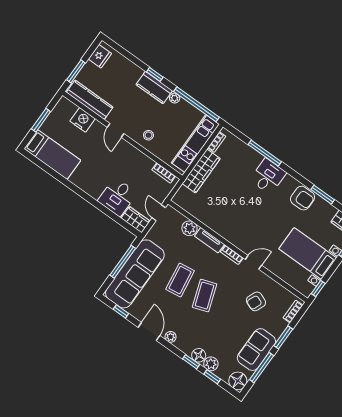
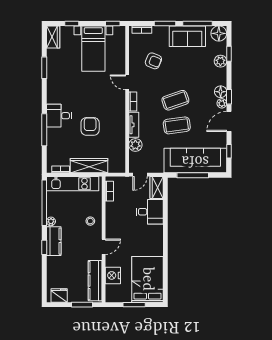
bed: (52, 154) -> (147, 279), width x1.50
armchair: (303, 198) -> (90, 126), moved
floor lamp: (199, 355) -> (221, 92), moved
window: (191, 362) -> (229, 97), moved

